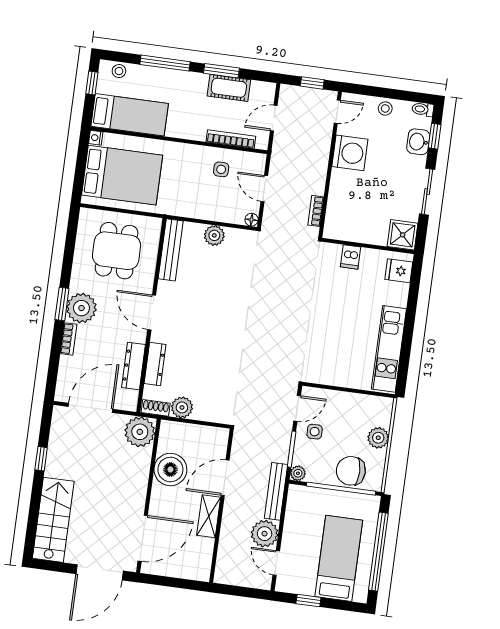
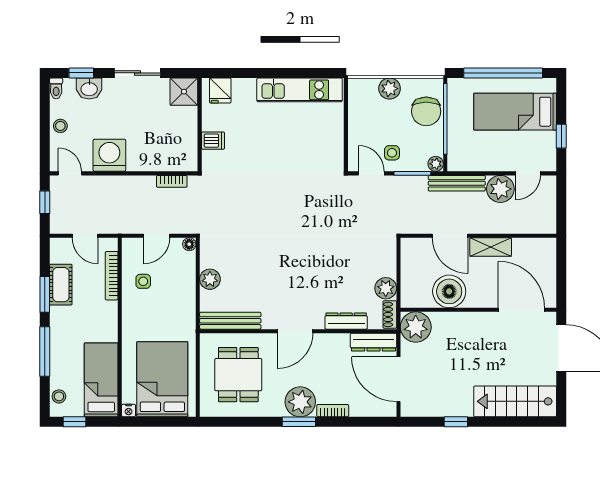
dining table: (117, 251) -> (238, 375), turned 90
dresser: (133, 366) -> (373, 342), moved

